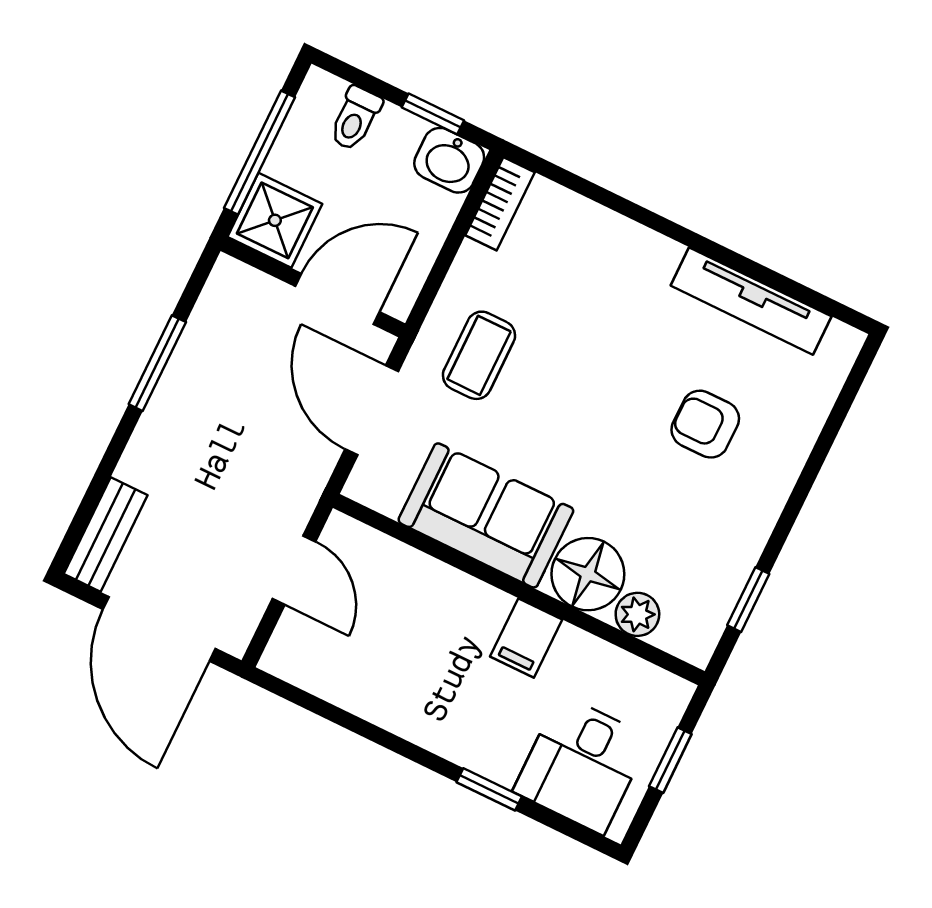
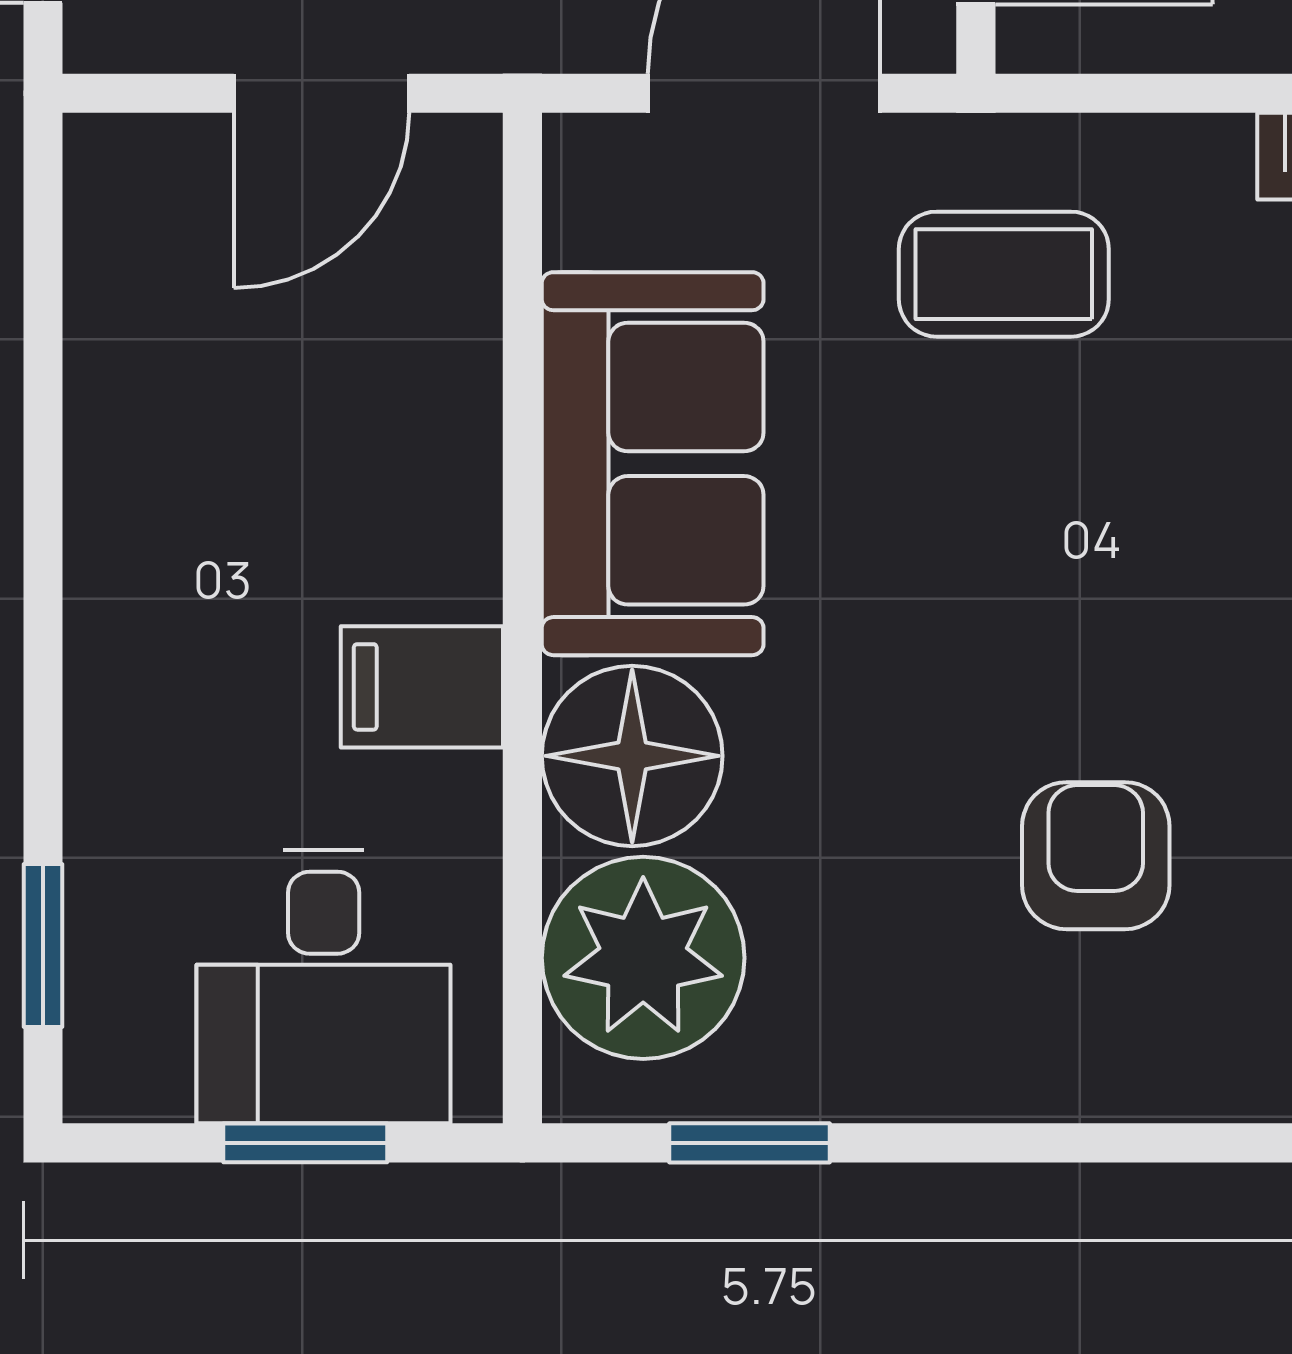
plant: (637, 614) -> (643, 958), width x1.88, depth x1.88
desk: (582, 764) -> (324, 987), moved, turned -90
window: (489, 789) -> (43, 945), moved

